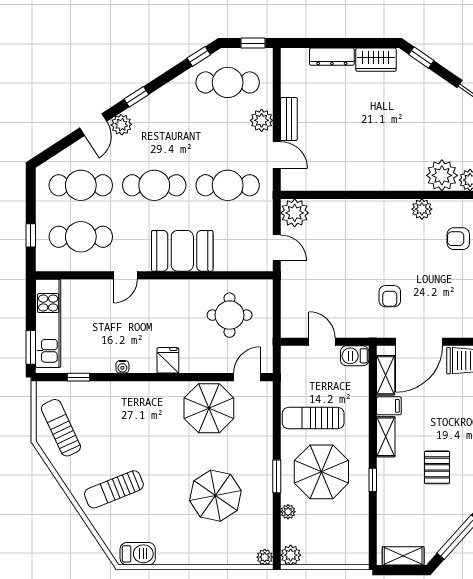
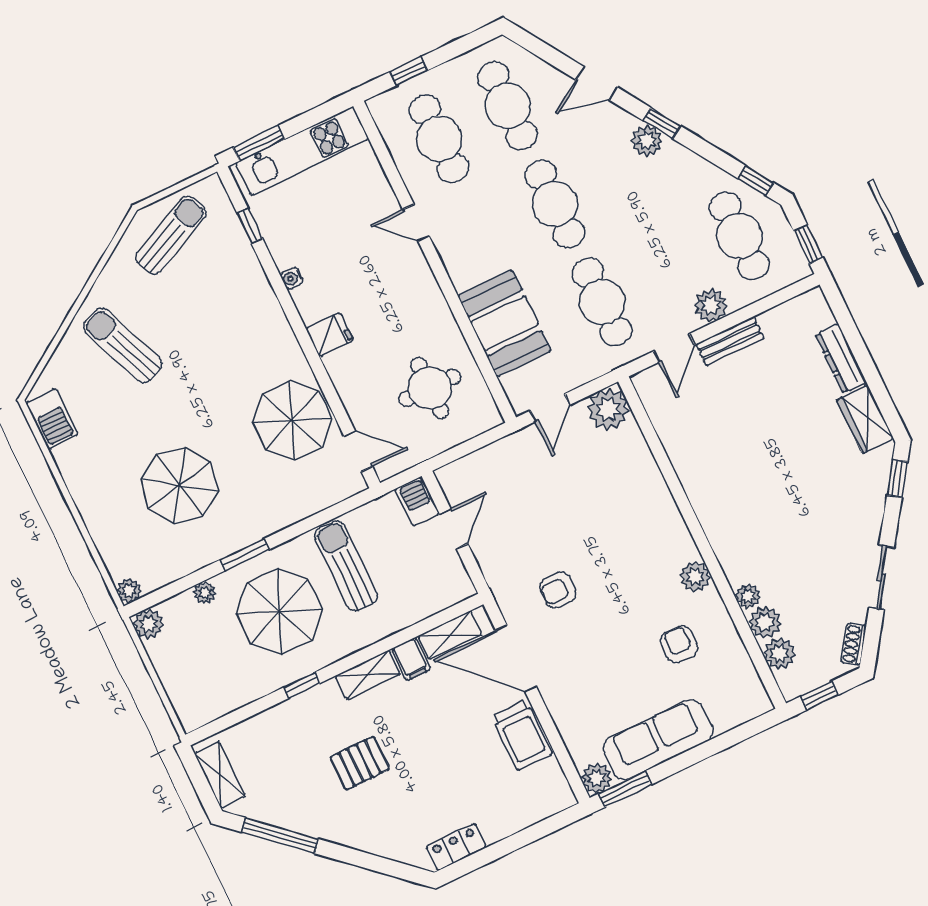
plant: (121, 125) -> (647, 141), moved
plant: (442, 175) -> (748, 596), width x0.53, depth x0.53
booth: (182, 251) -> (505, 323), moved
barbecue: (355, 356) -> (417, 501), moved

